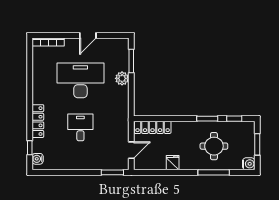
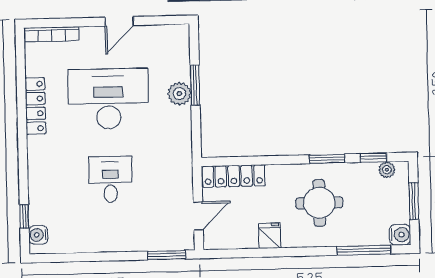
window: (131, 61) -> (195, 85), moved
locker: (38, 121) -> (36, 106), moved
plant: (242, 126) -> (387, 170), added
round table: (214, 146) -> (319, 203), moved
window: (214, 172) -> (364, 250), moved

